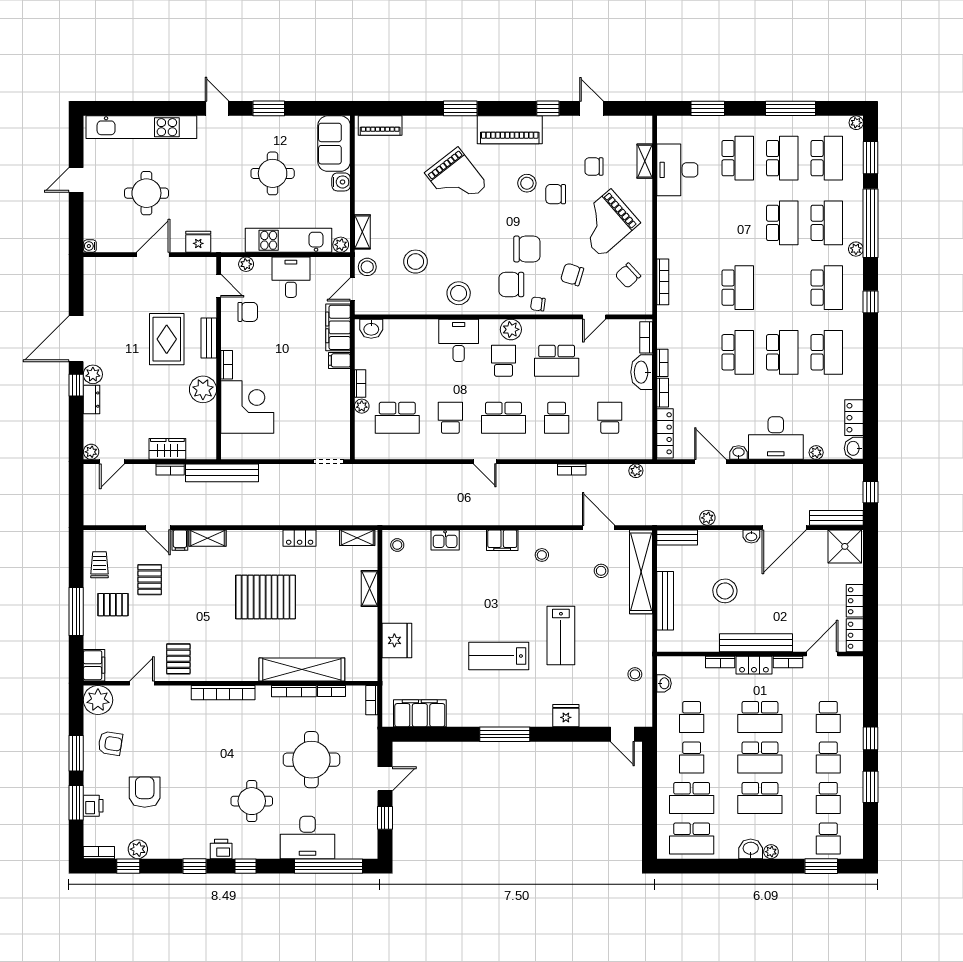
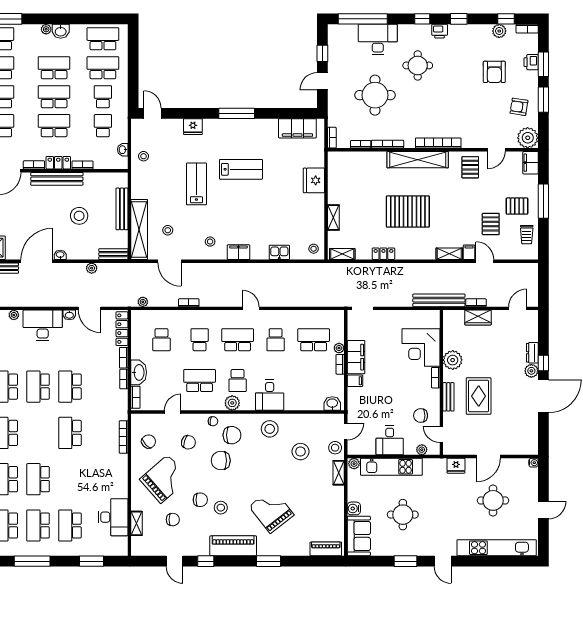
filing cabinet: (338, 327) -> (356, 357), moved
plant: (91, 452) -> (533, 315), removed
shelving: (302, 669) -> (418, 160), moved

